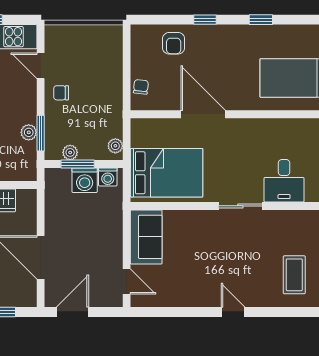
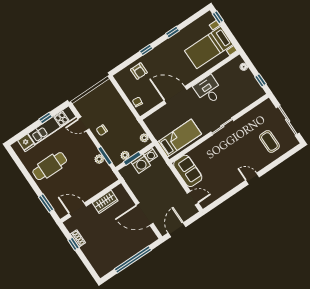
bed: (166, 173) -> (179, 138), width x0.67
desk: (284, 181) -> (208, 90), moved, turned 180

